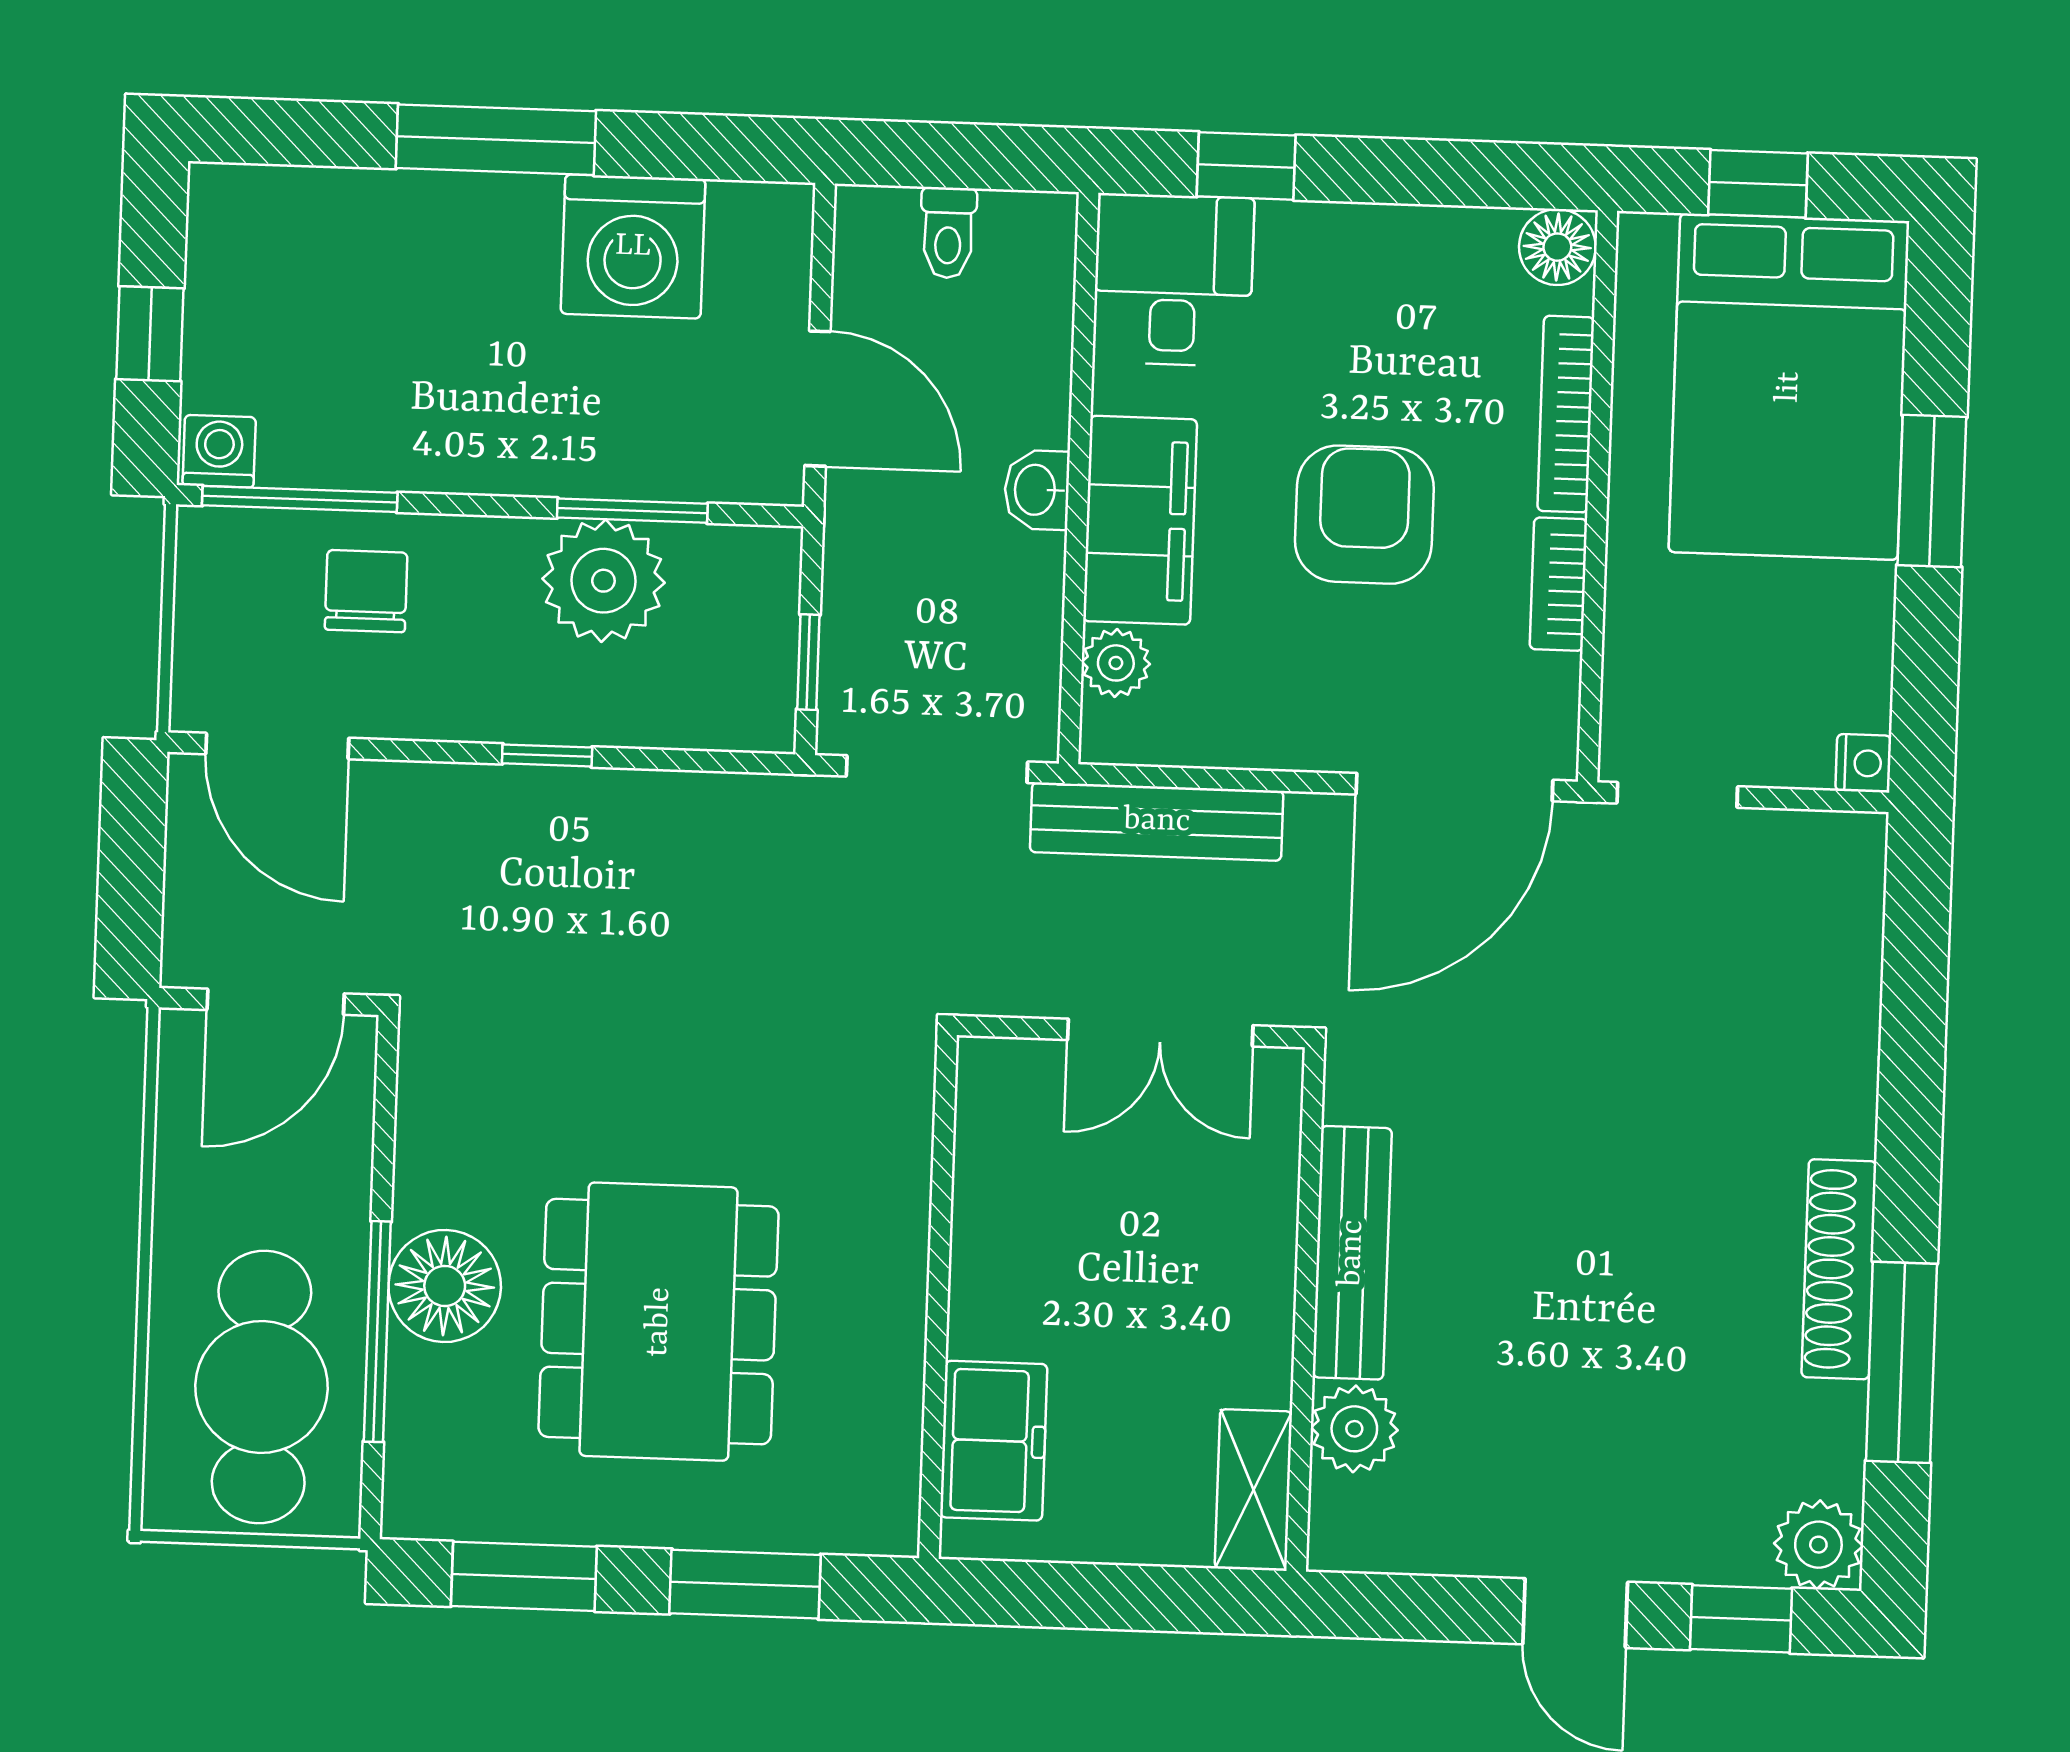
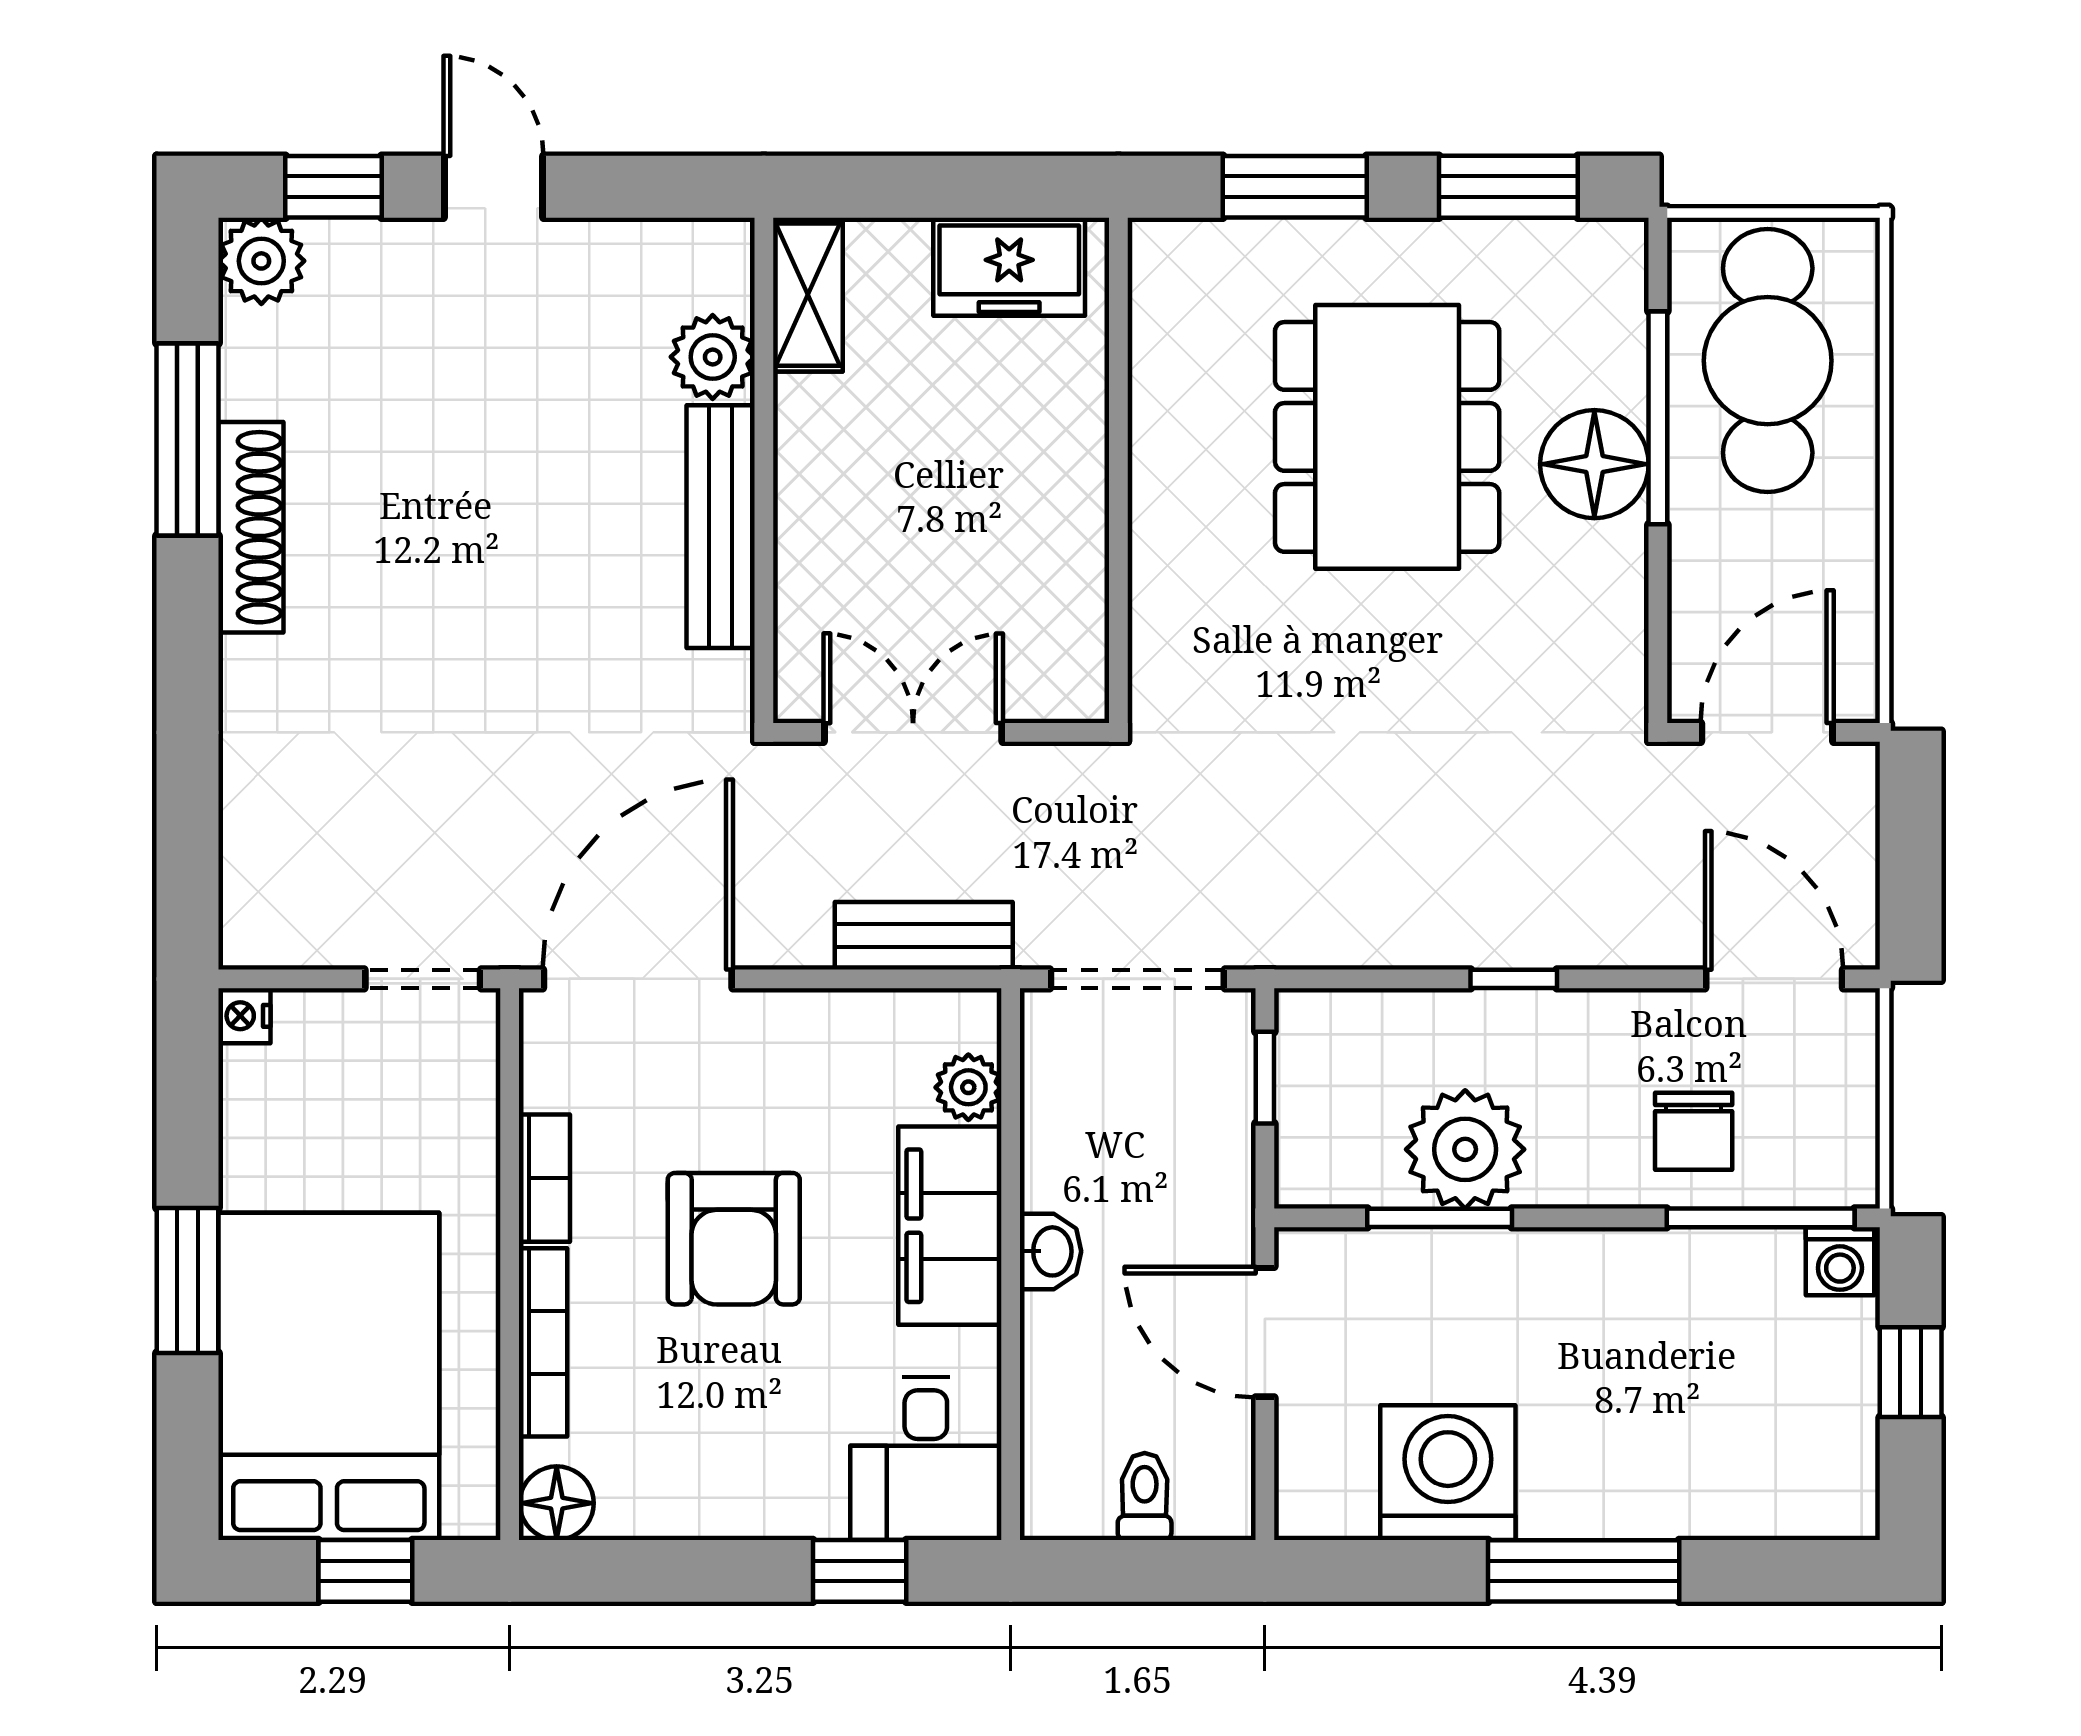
bench: (1157, 821) -> (924, 936), width x0.73
freezer: (994, 1441) -> (1009, 267), moved, turned -90

